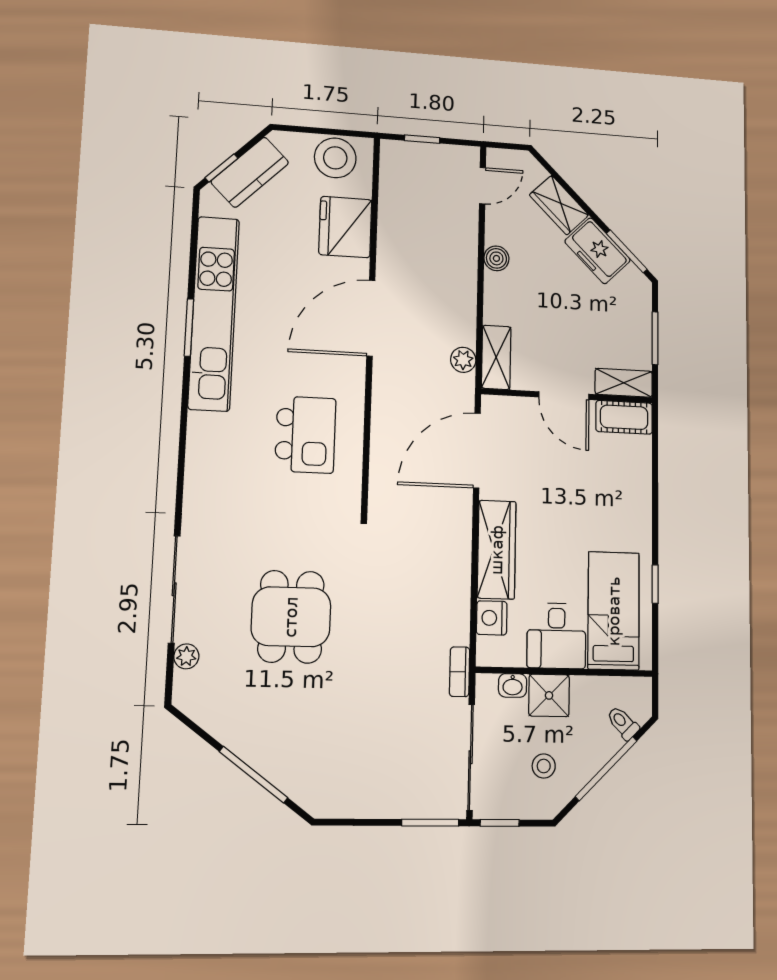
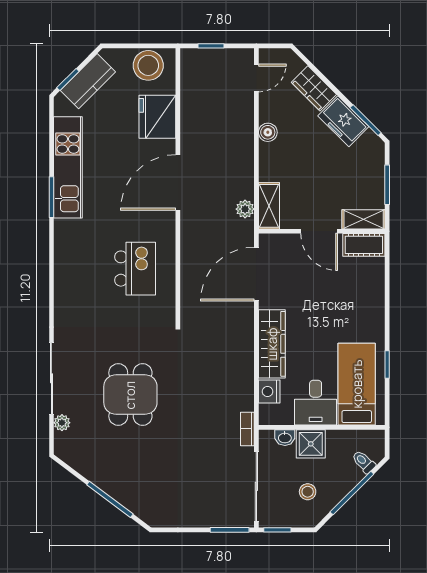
kitchen unit: (214, 313) -> (68, 167), width x0.73

